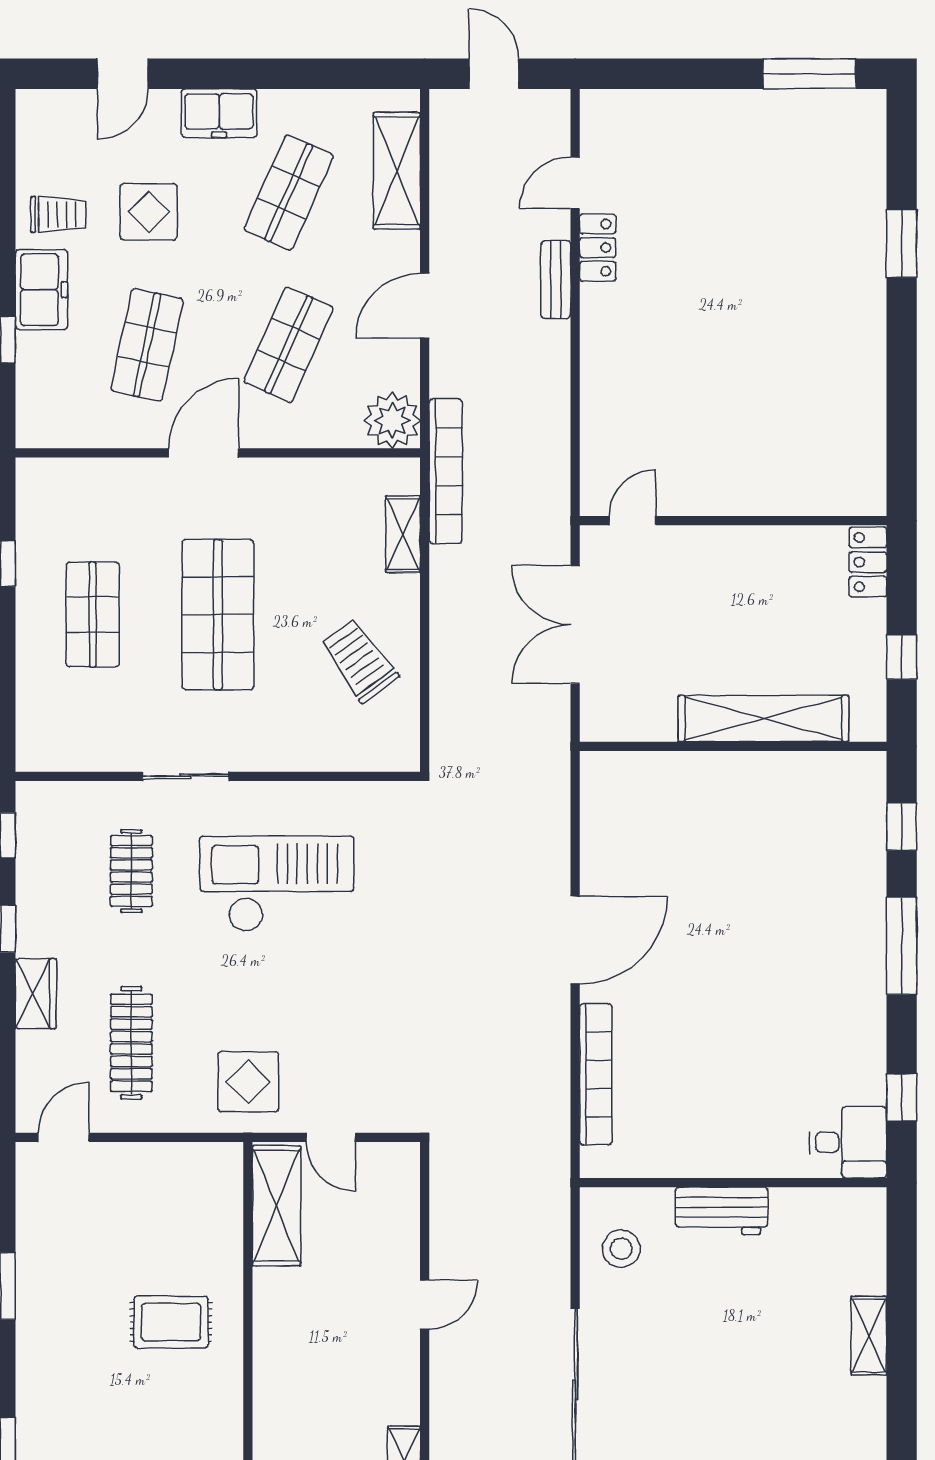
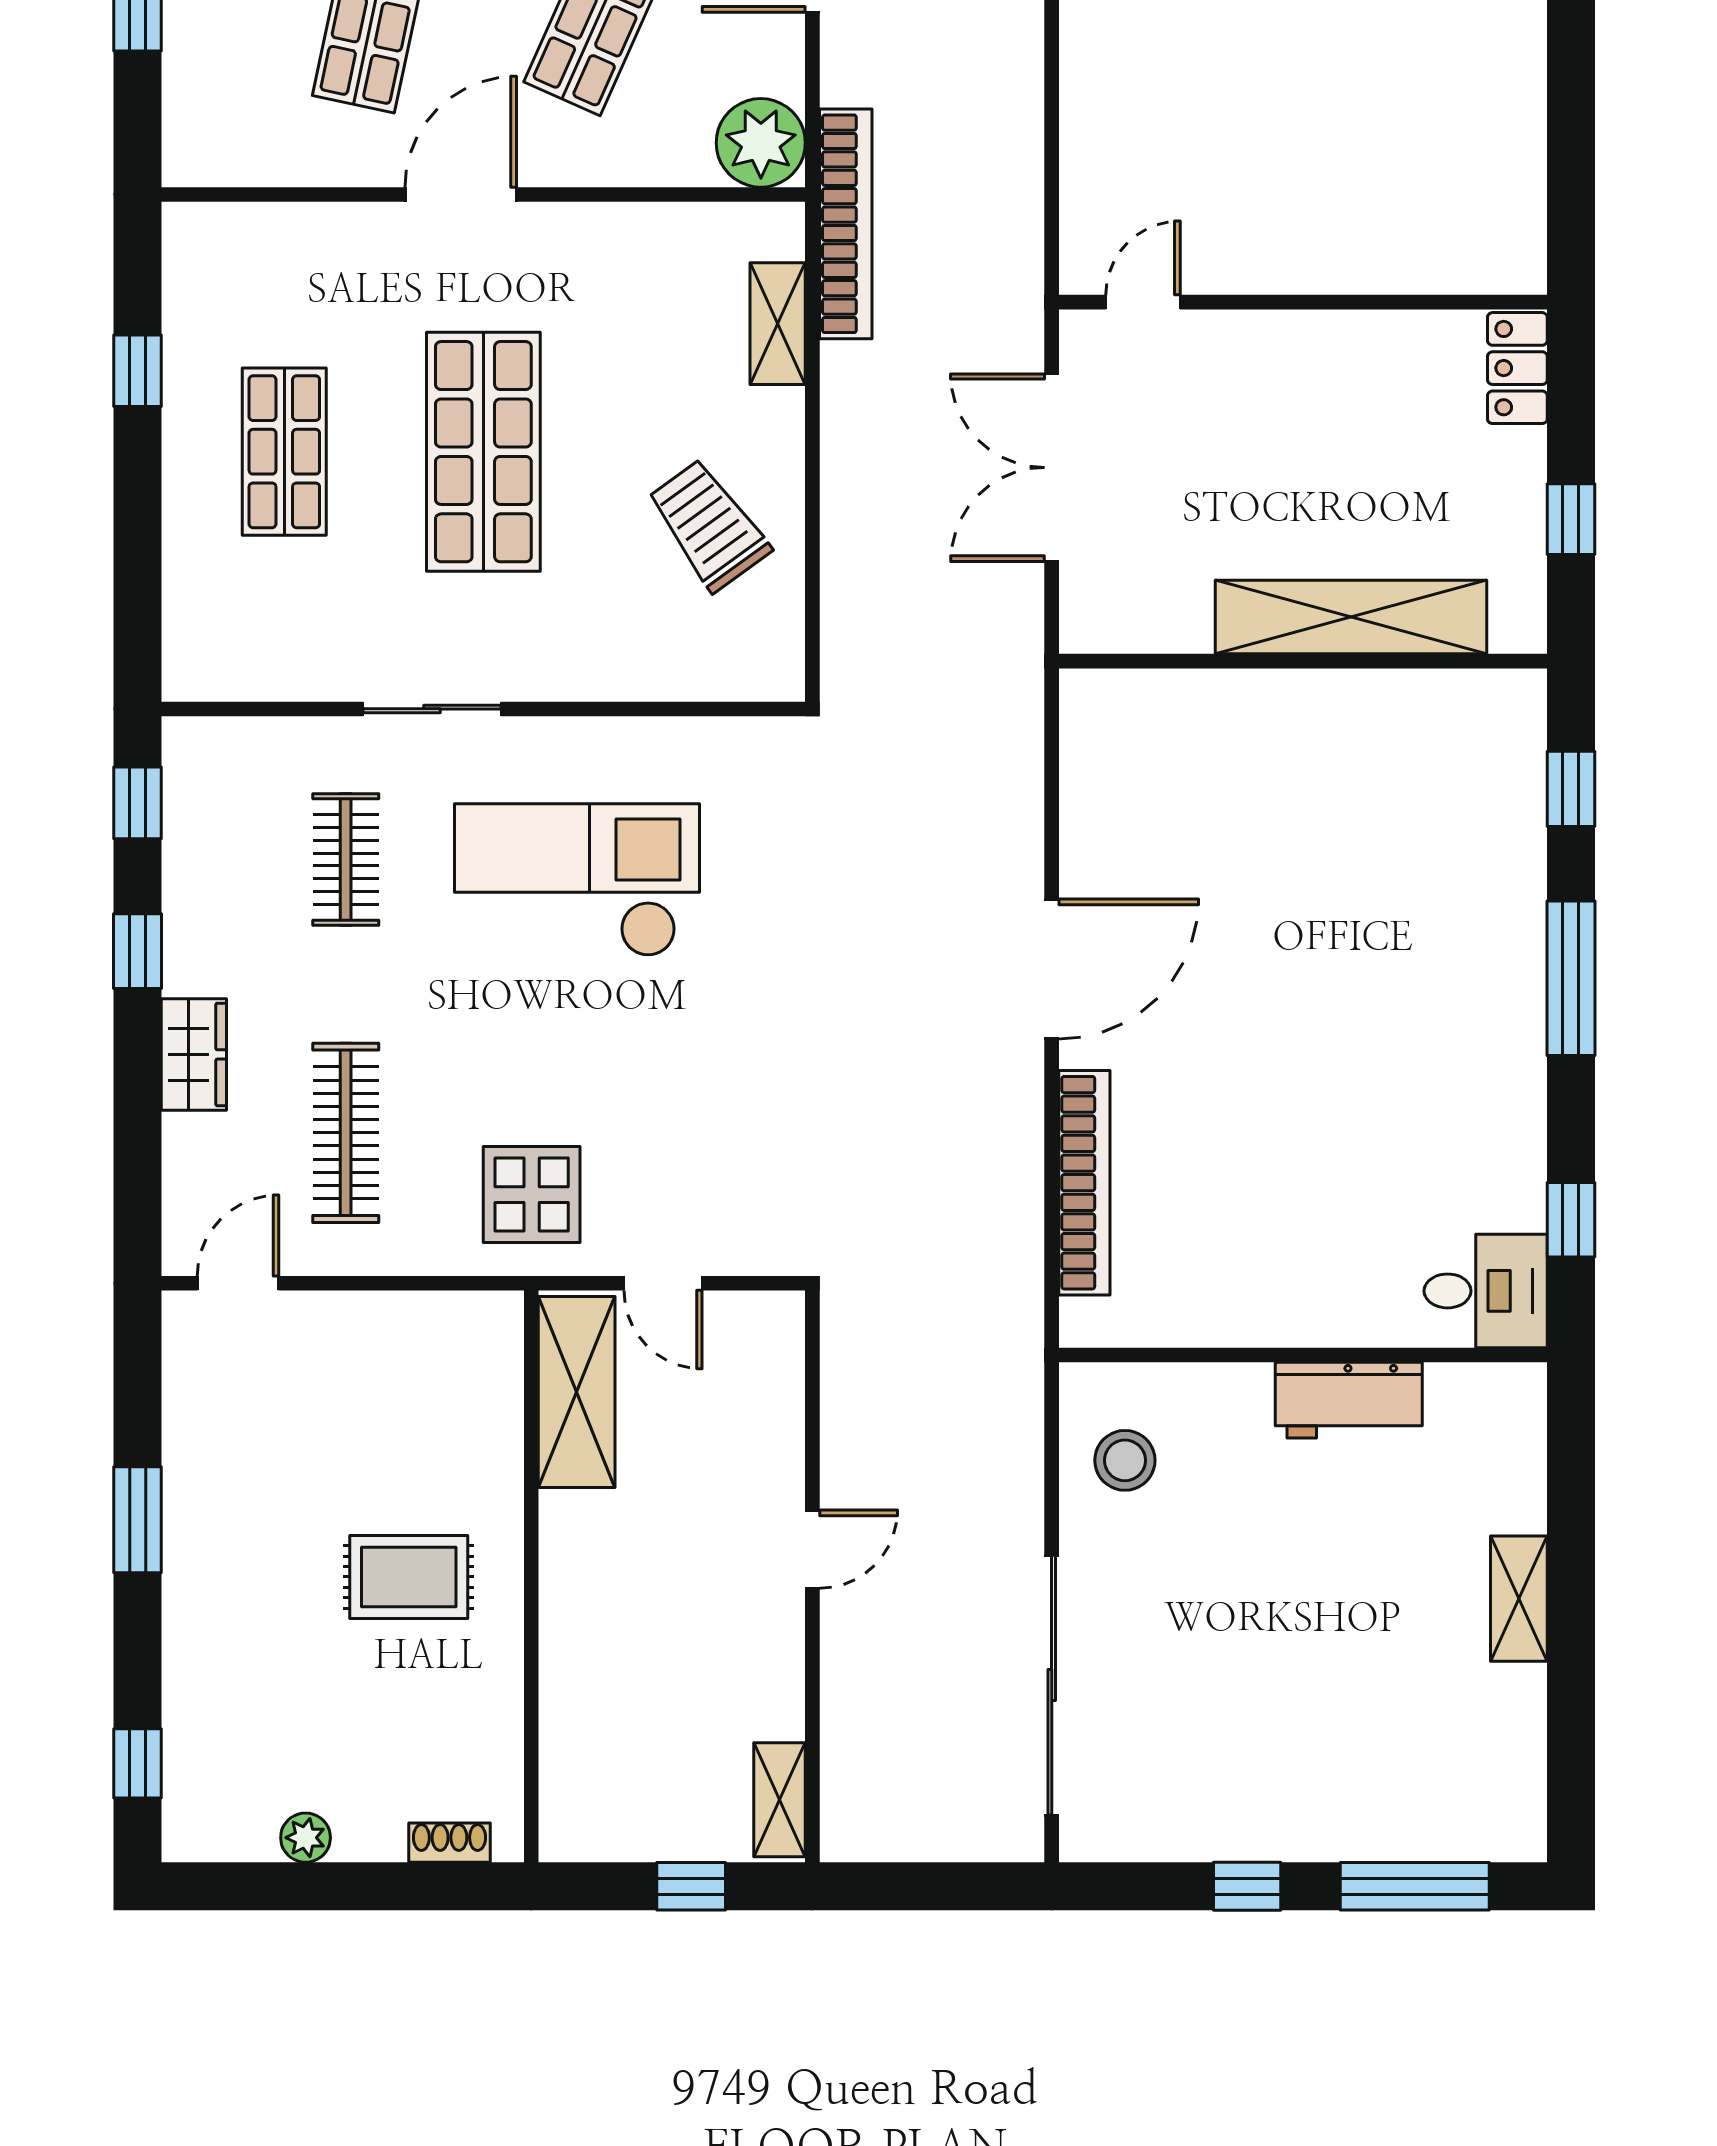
workbench: (722, 1211) -> (1349, 1400), moved

